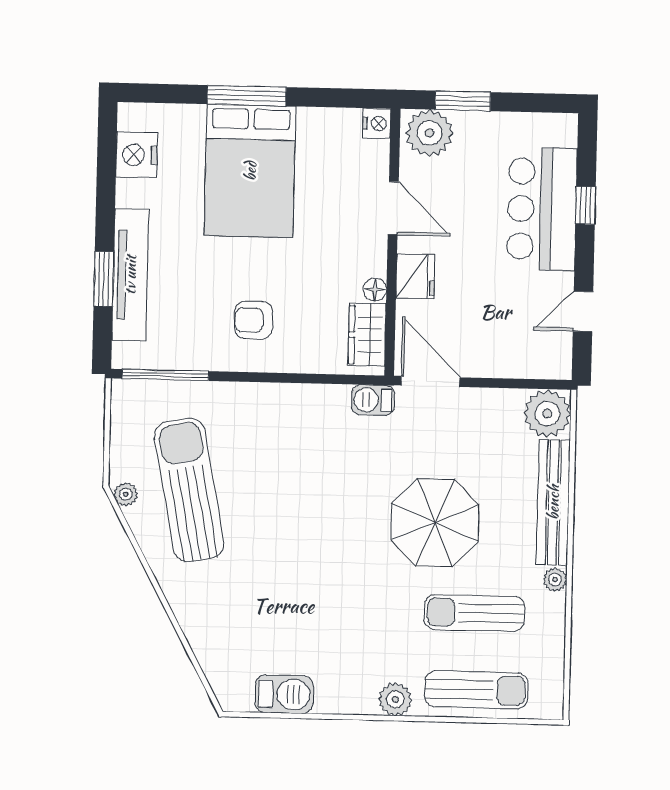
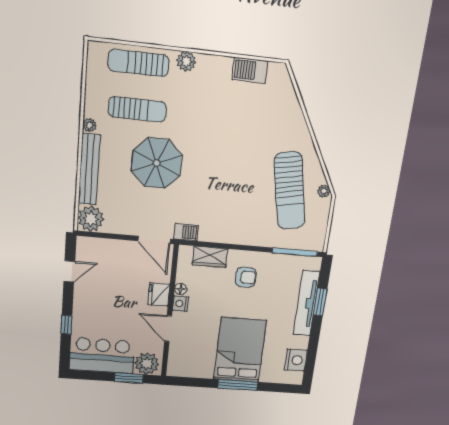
nightstand: (377, 123) -> (180, 304), moved
bar counter: (542, 209) -> (102, 356), moved, turned -90
wardrobe: (367, 335) -> (210, 257), moved, turned 90

